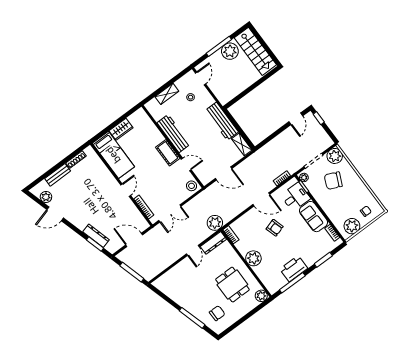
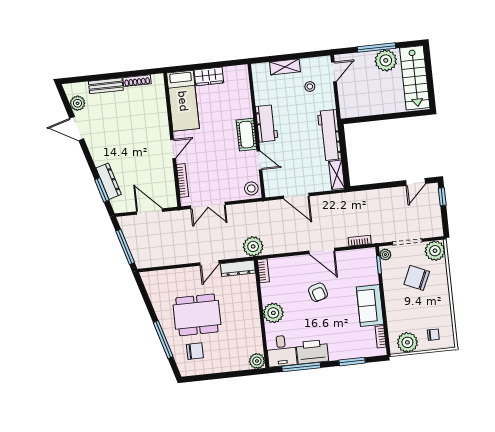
workbench: (174, 134) -> (267, 123), width x0.73
desk: (296, 197) -> (282, 351), moved, turned 90
dining table: (232, 285) -> (197, 315), moved, width x1.37

